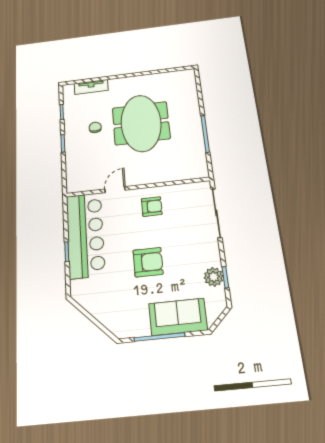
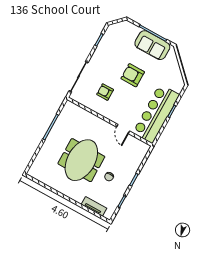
door: (115, 190) -> (123, 129), hinge flipped
armchair: (152, 207) -> (105, 92), moved
plant: (214, 277) -> (105, 44), removed
sofa: (178, 317) -> (152, 45), moved

